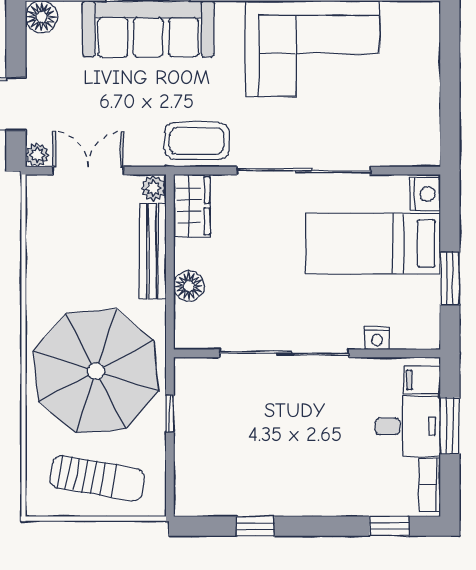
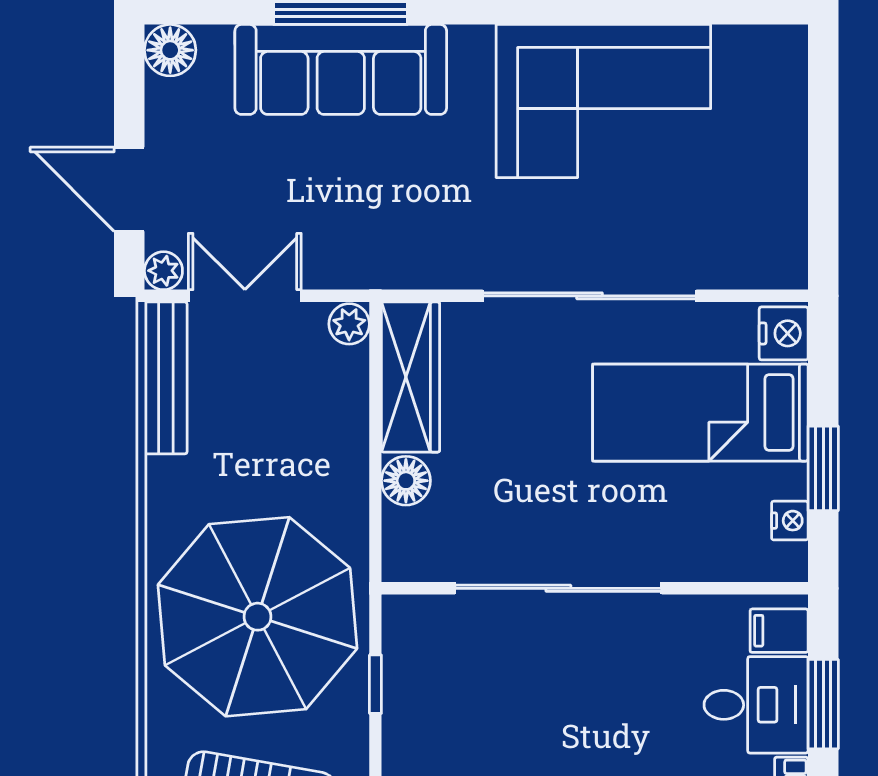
coffee table: (197, 141) -> (419, 248), removed
wardrobe: (192, 206) -> (411, 377), width x1.50
bench: (153, 251) -> (166, 378), moved
nightstand: (377, 338) -> (790, 521), moved, turned -90

